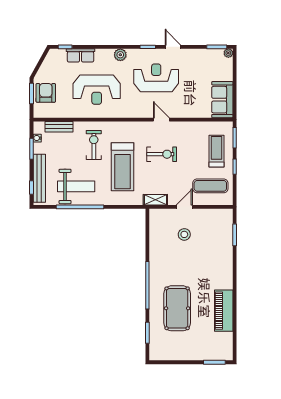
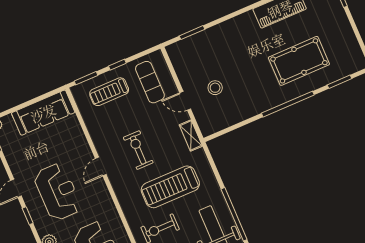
reception desk: (156, 78) -> (58, 192), turned 180
sofa: (222, 100) -> (43, 113), width x1.36
treadmill: (122, 167) -> (170, 187), turned 180

